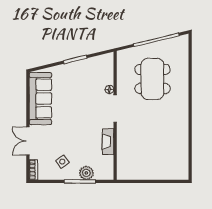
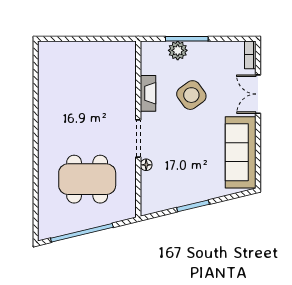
dining table: (152, 79) -> (87, 179), turned 90
double door: (28, 141) -> (258, 94), swing flipped
side table: (62, 162) -> (191, 95), moved, width x1.87, depth x1.87

